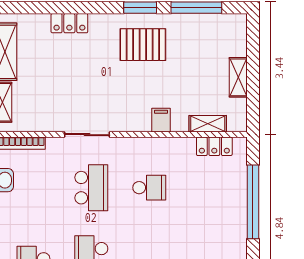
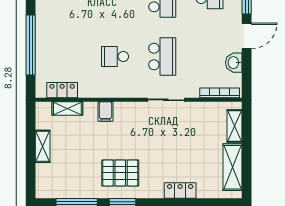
school desk: (91, 188) -> (162, 57), turned 180

